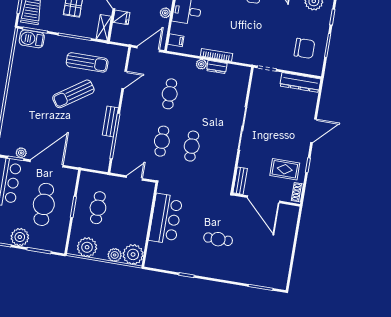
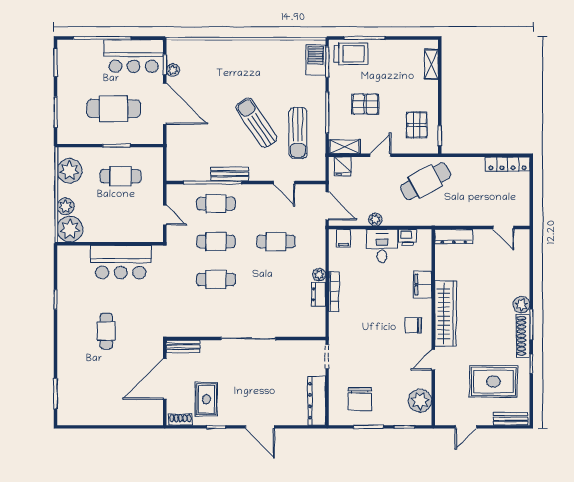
fridge: (121, 17) -> (343, 166), moved
cafe table: (132, 136) -> (216, 204), added
plant: (20, 237) -> (68, 86), removed

